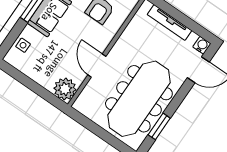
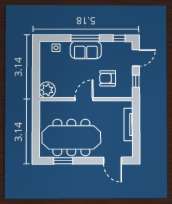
water cooler: (202, 45) -> (128, 153), removed
door: (97, 66) -> (84, 99), moved

